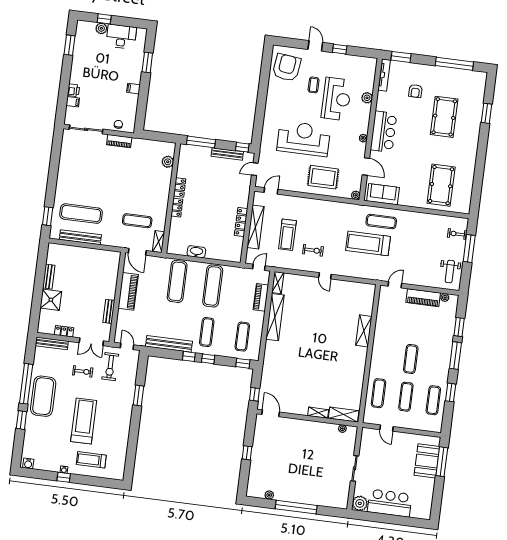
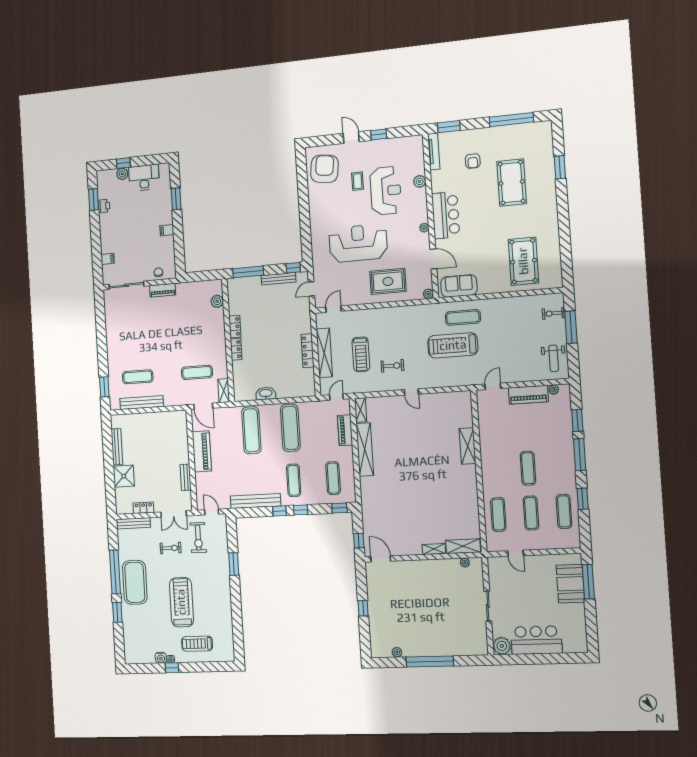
printer: (73, 90) -> (104, 206), moved
exercise mat: (81, 214) -> (138, 377), width x0.73, depth x0.69
bench: (49, 277) -> (117, 447), width x1.36
water cooler: (28, 464) -> (161, 658), moved

